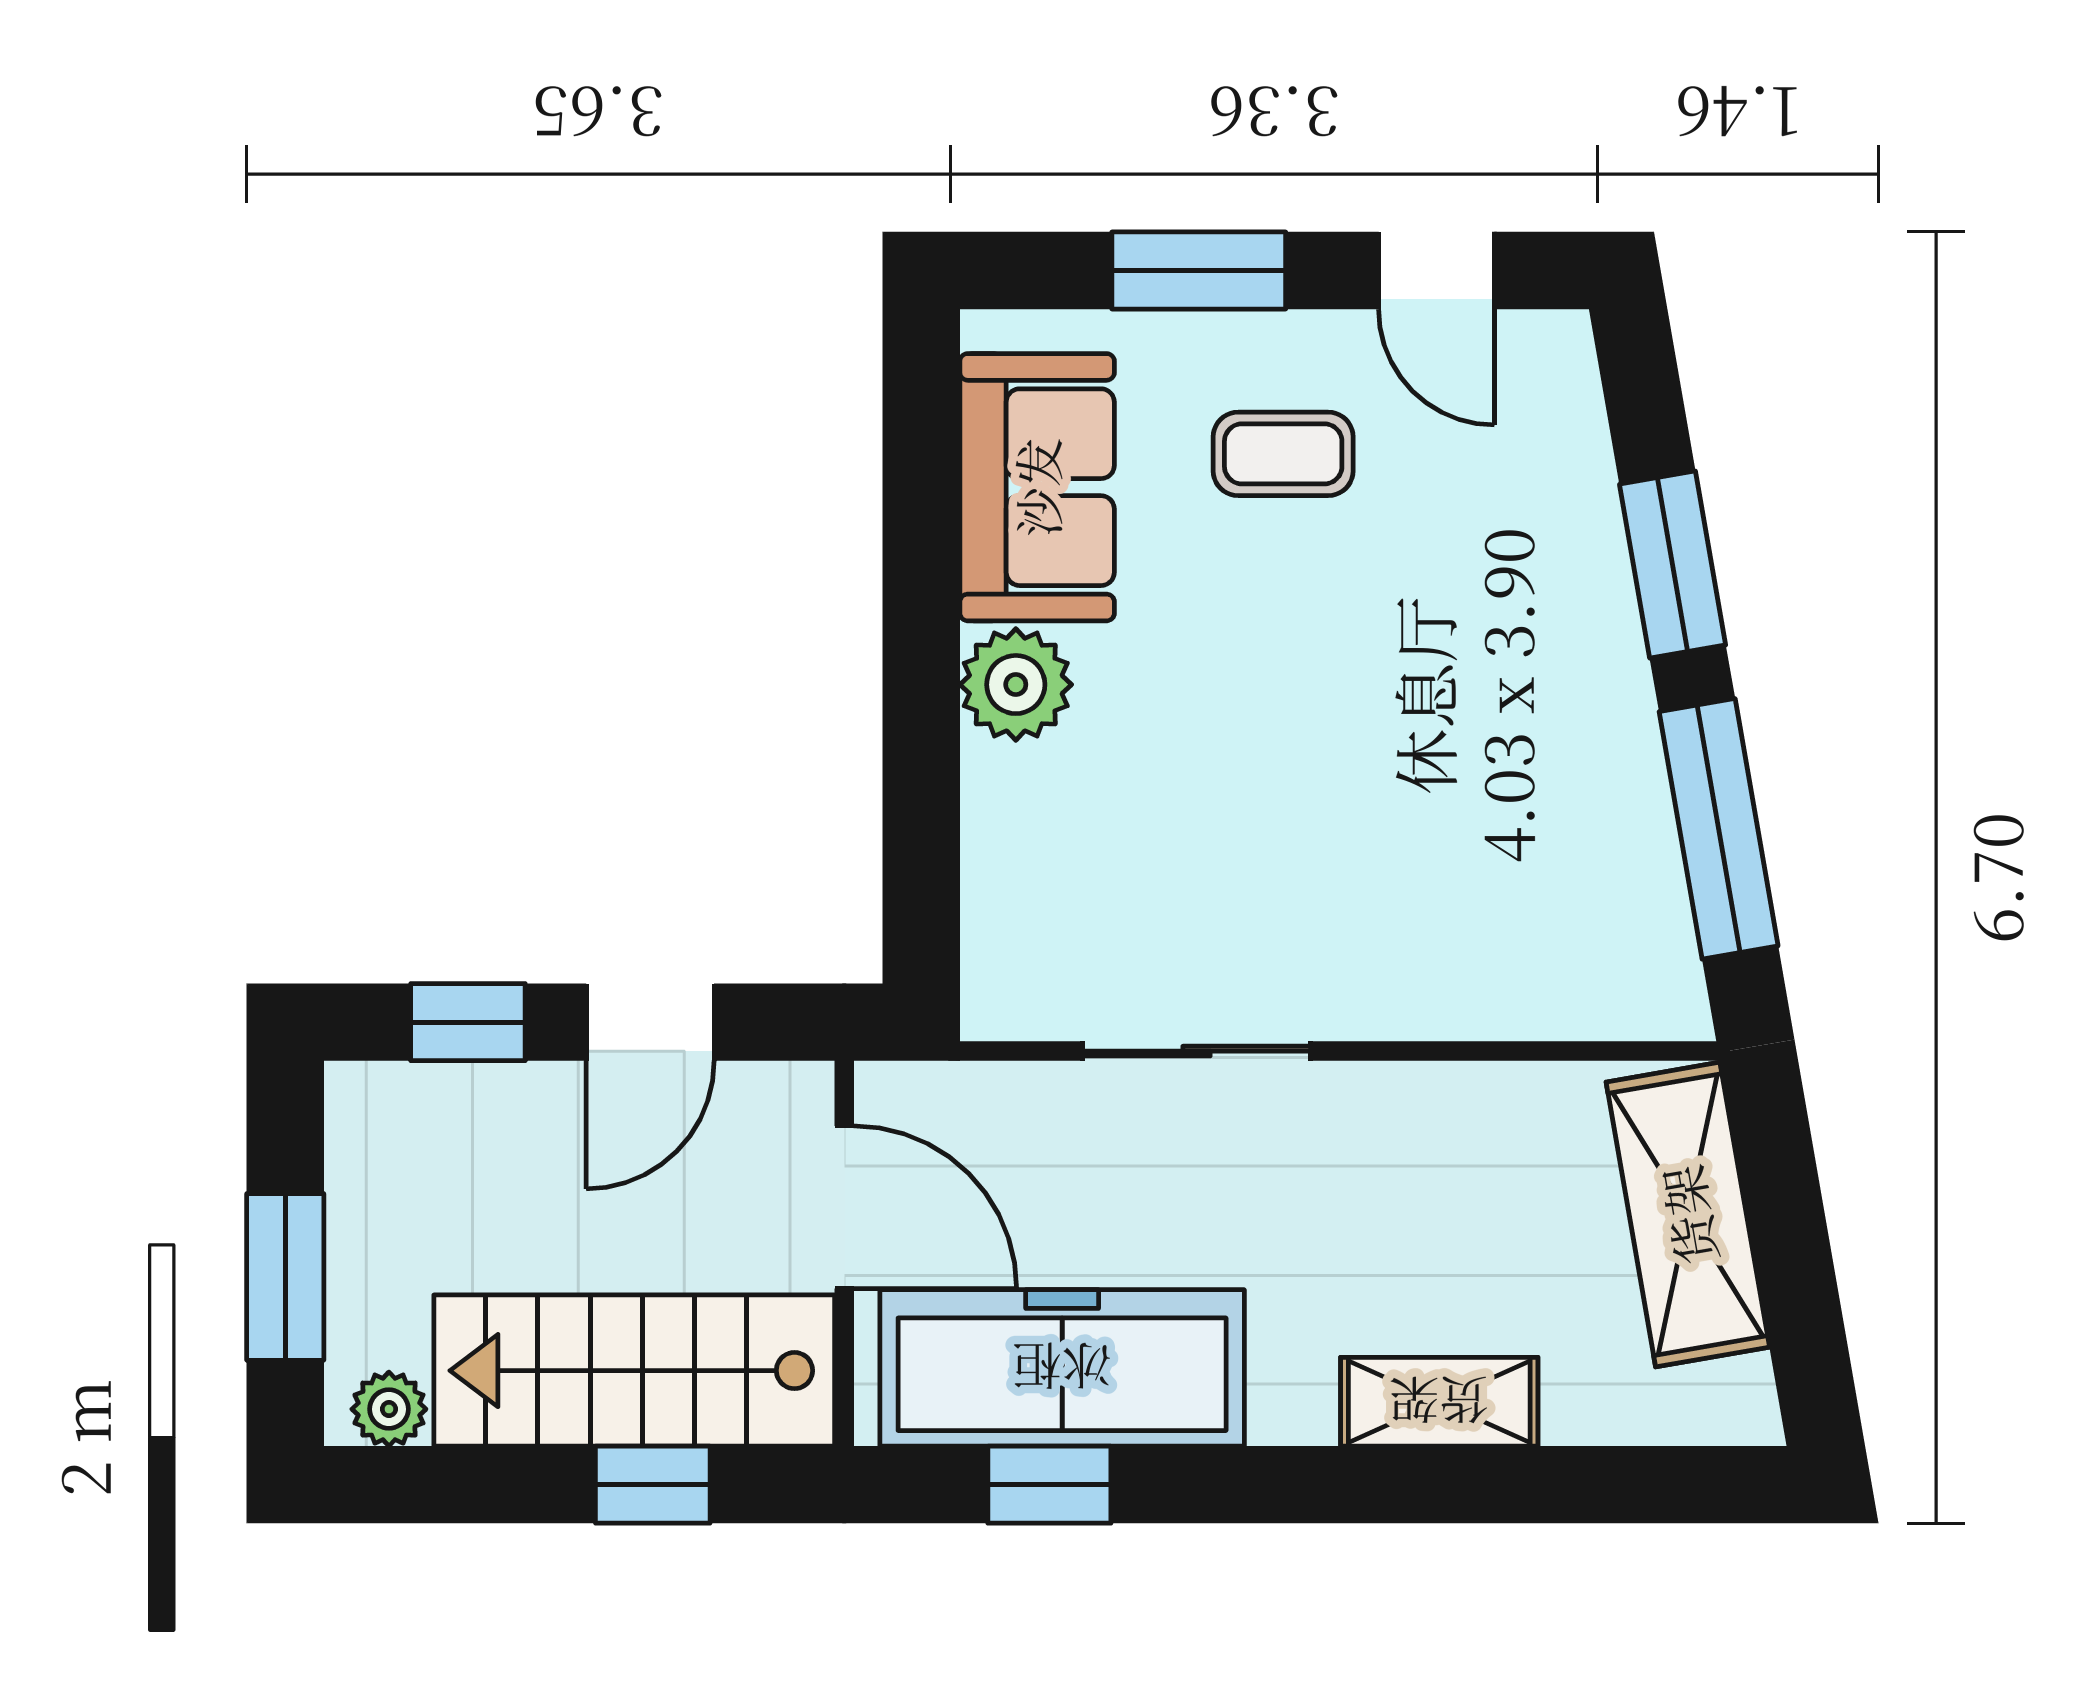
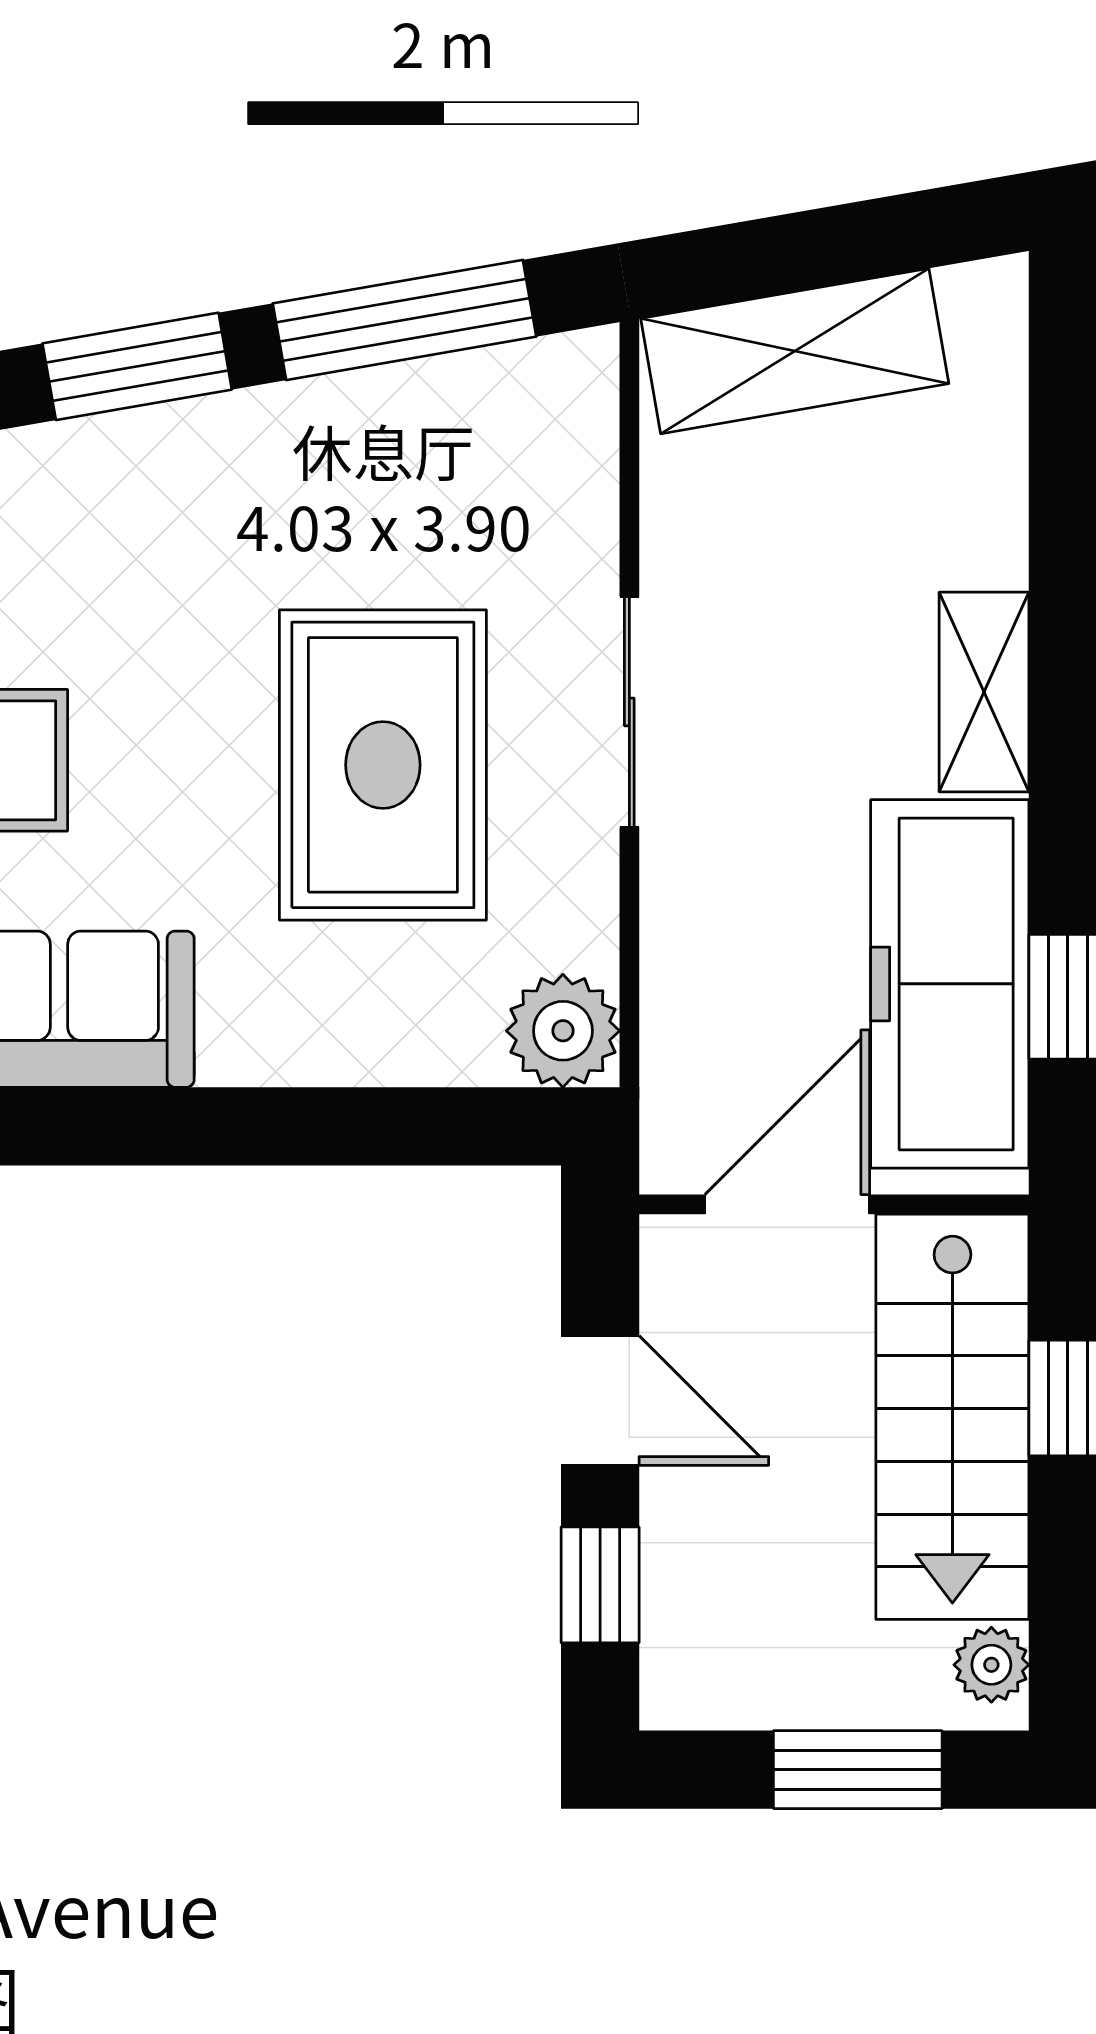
plant: (1016, 685) -> (563, 1031), moved
rug: (1279, 807) -> (383, 765), added
sliding door: (1196, 1051) -> (629, 712), moved
shelving: (1439, 1402) -> (984, 692), moved

